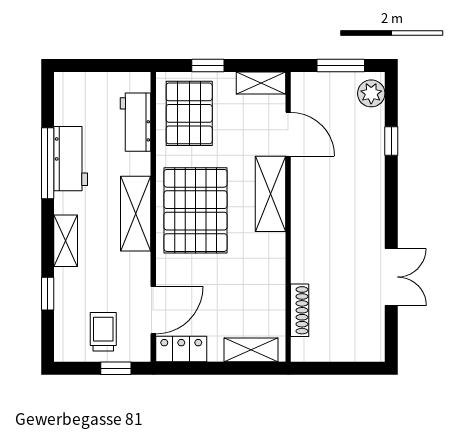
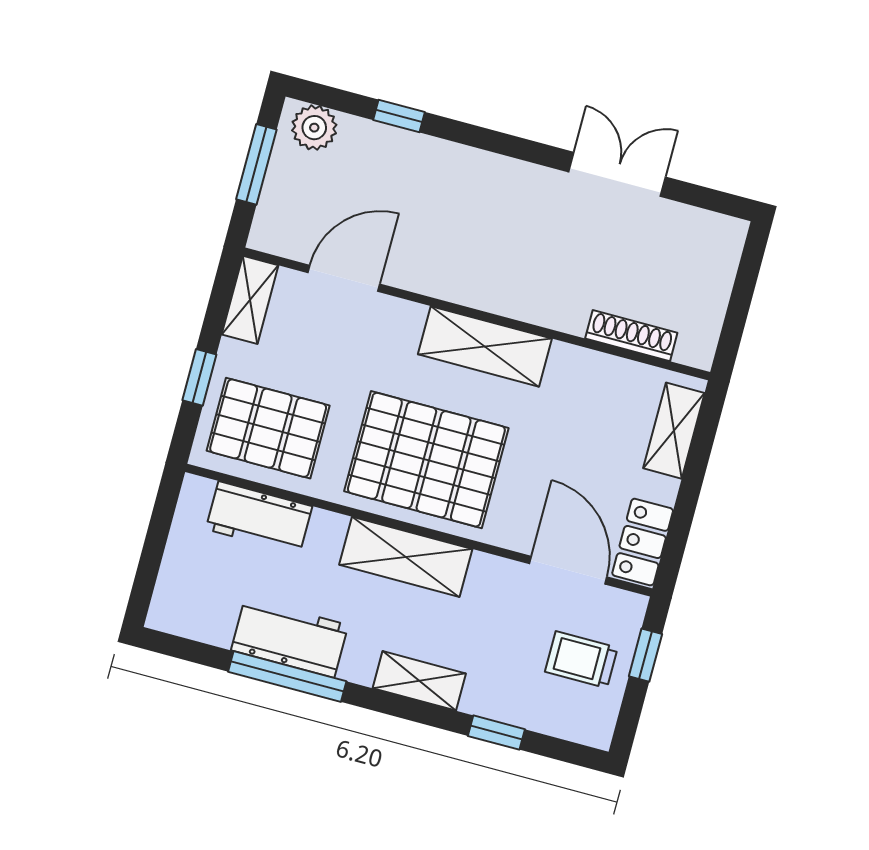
shelving: (270, 194) -> (485, 346), moved

